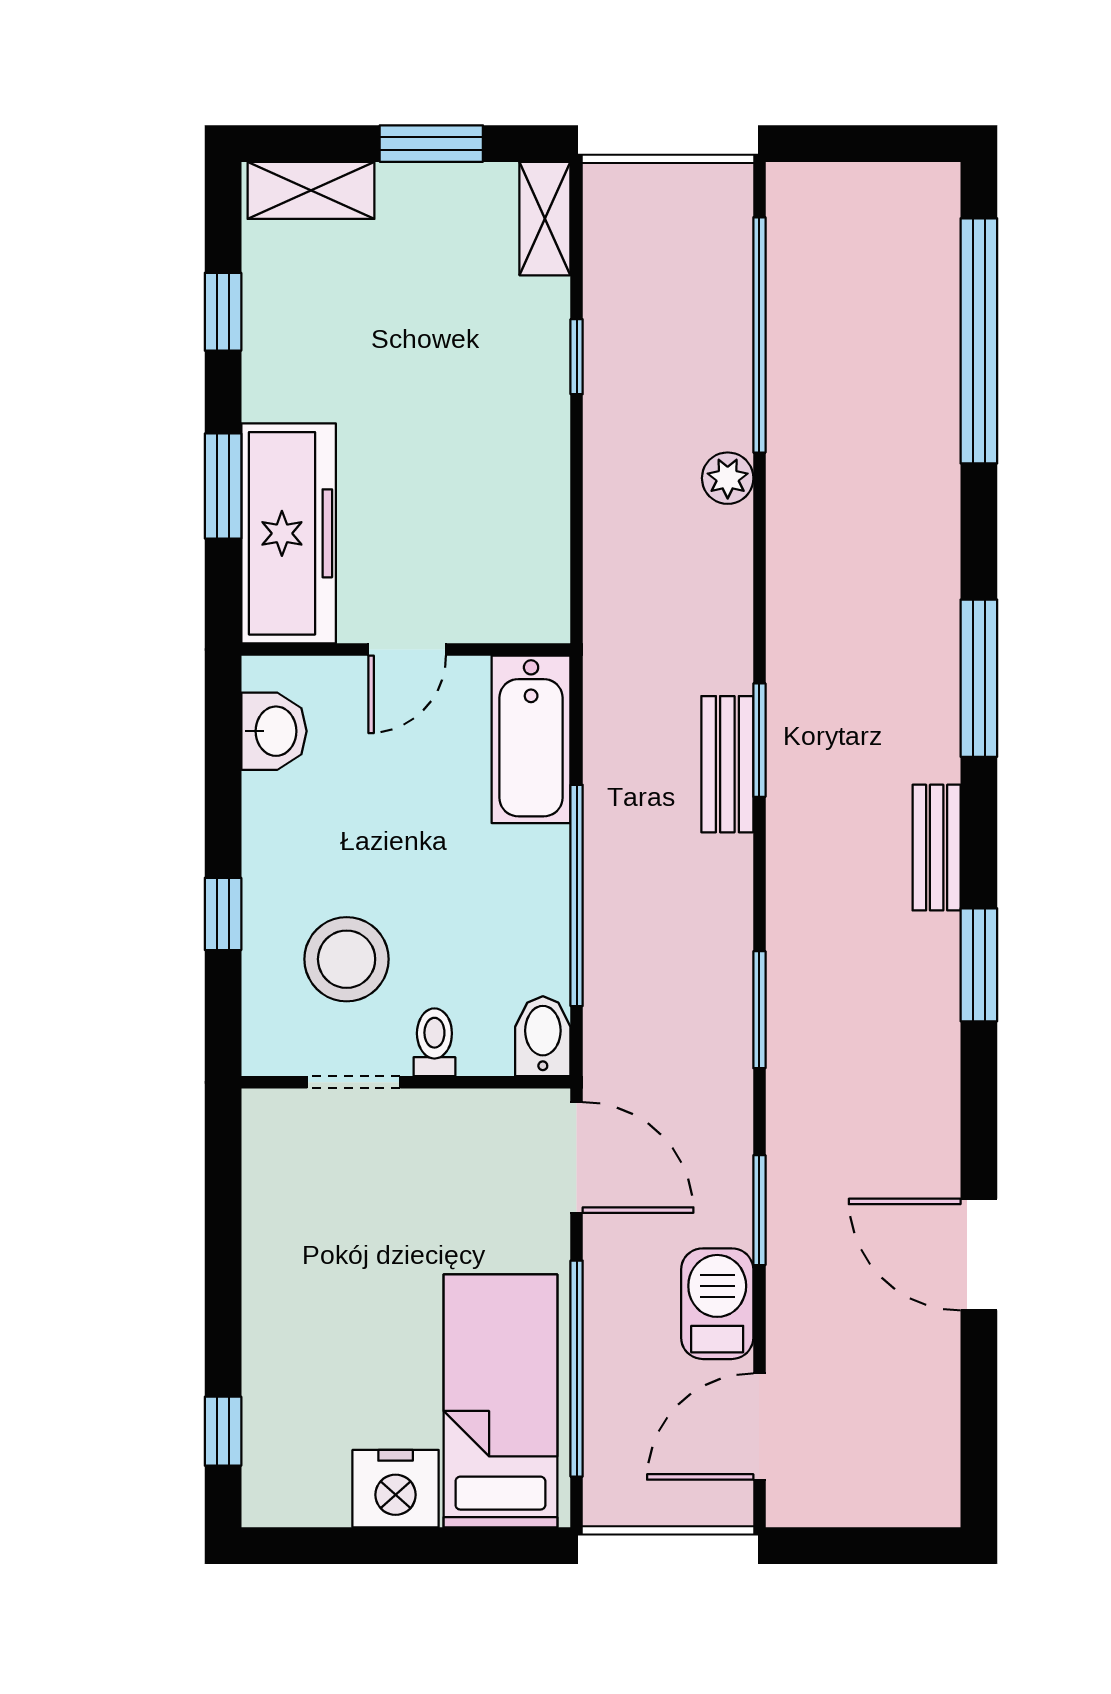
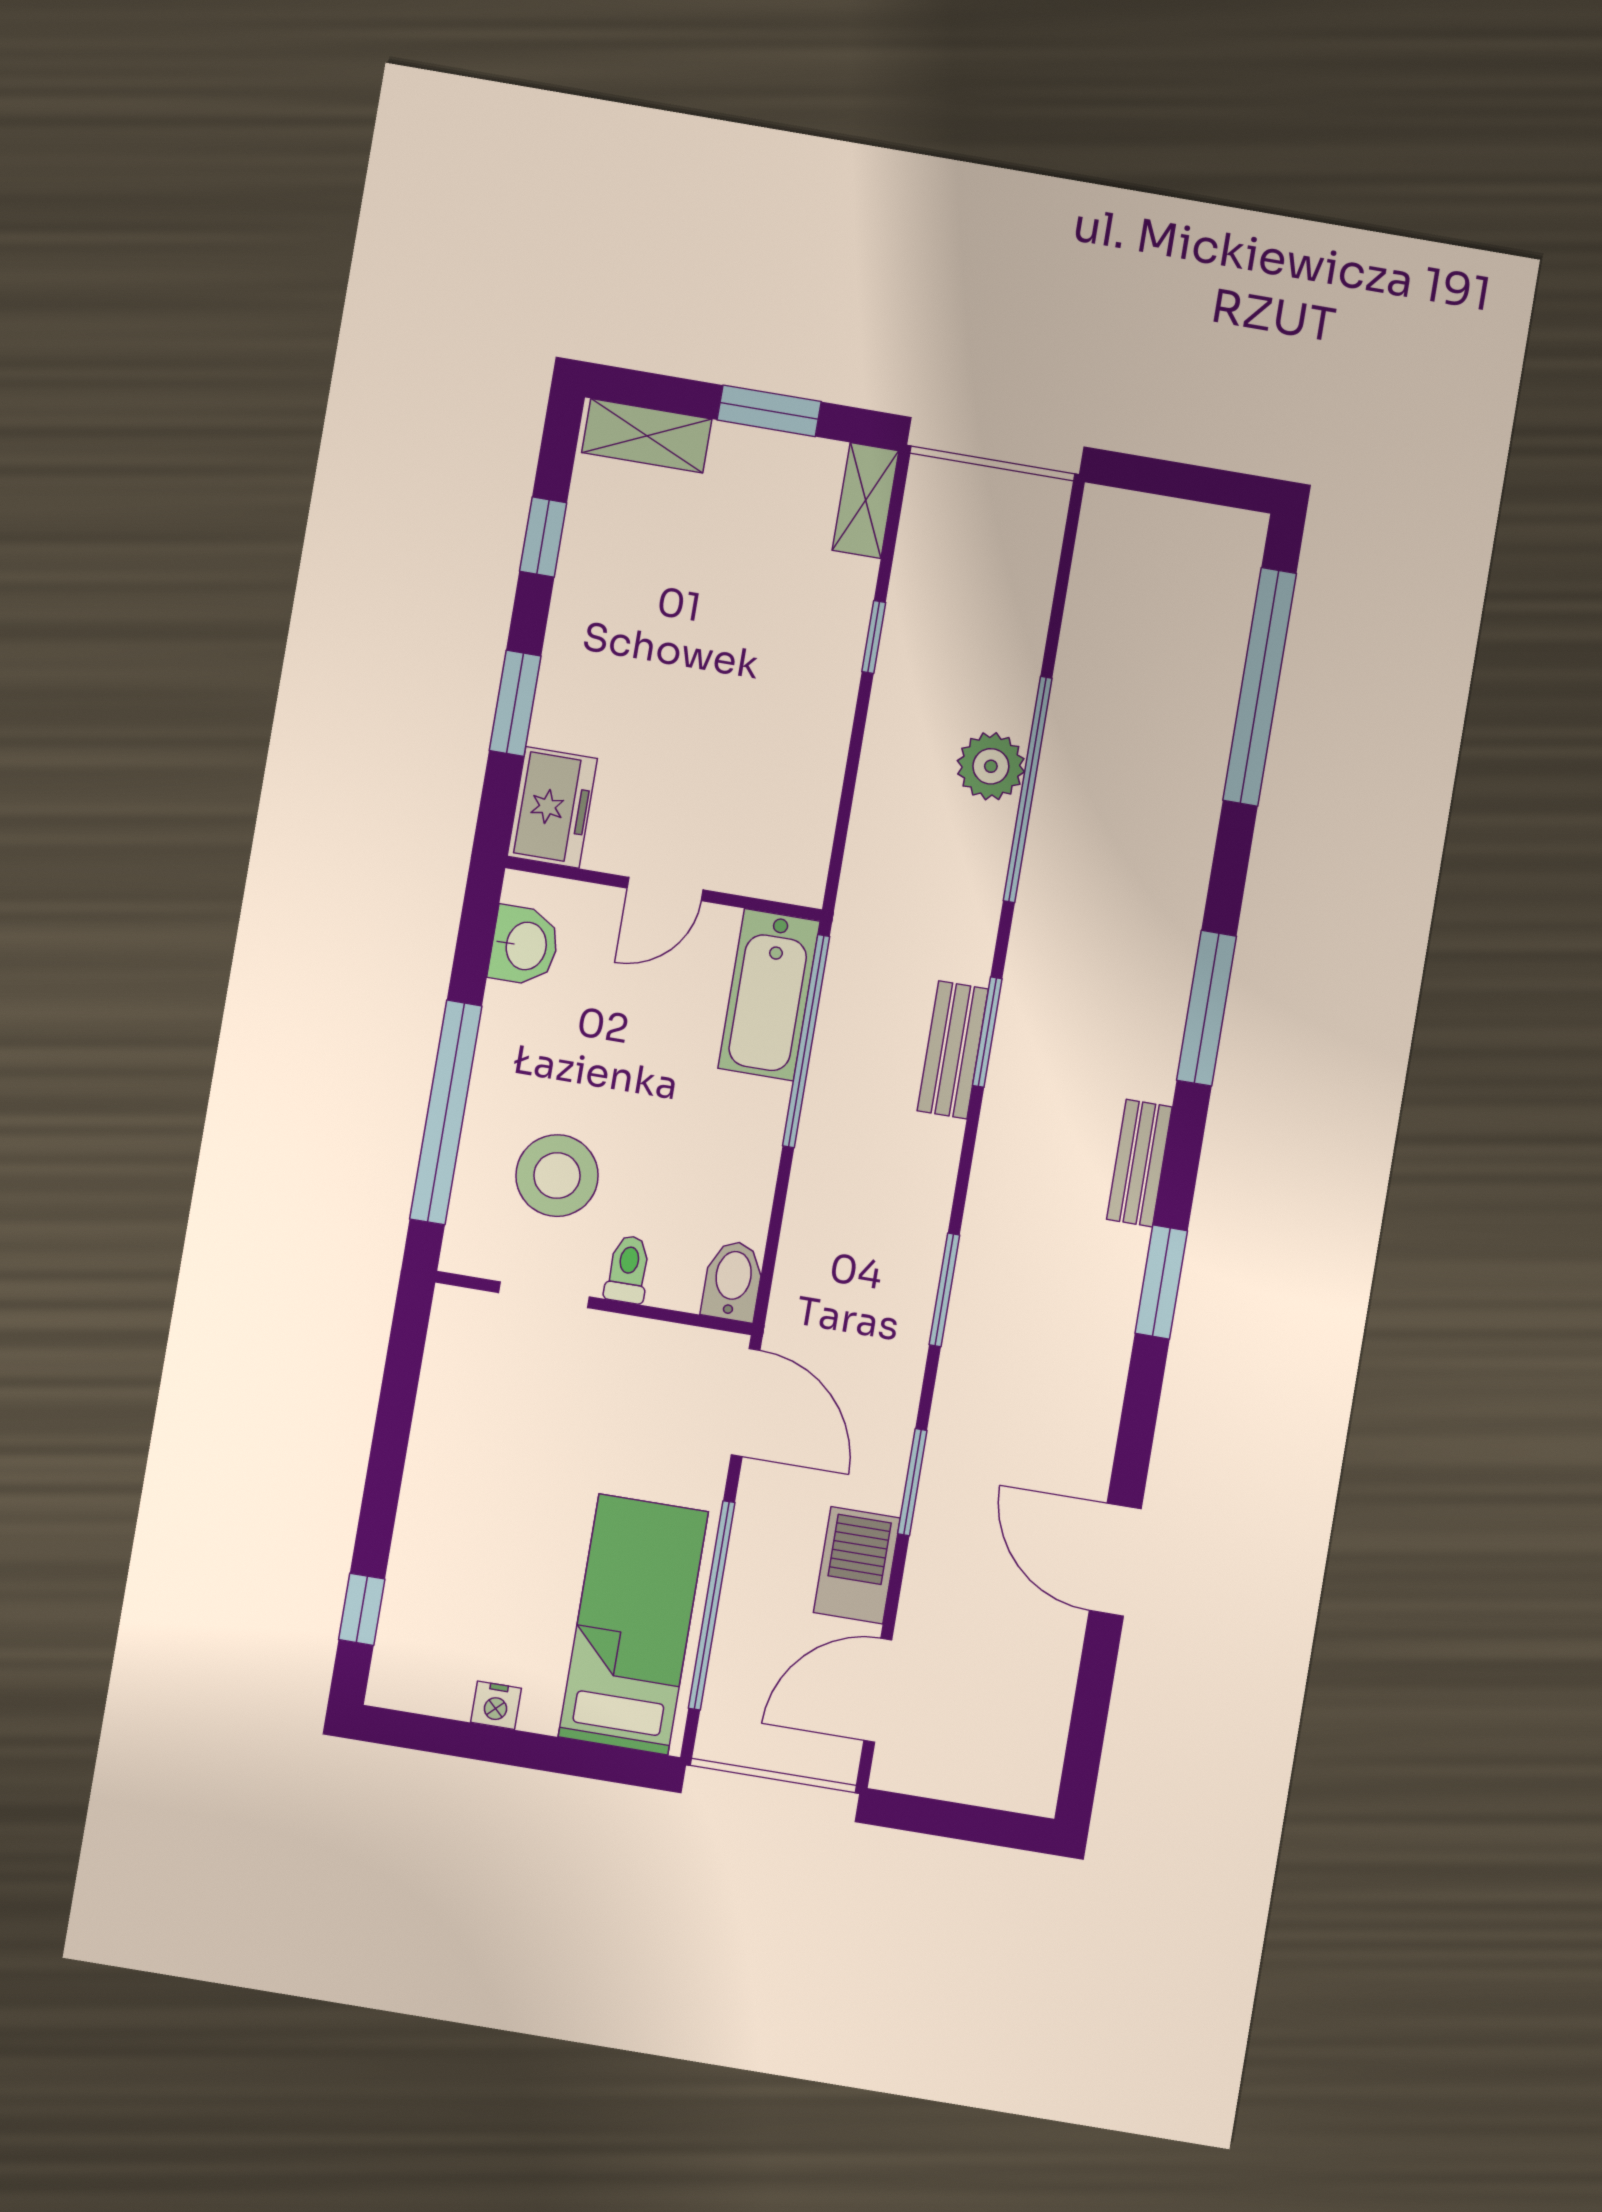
window: (759, 335) -> (1028, 789), moved
plant: (728, 478) -> (991, 766), width x1.38, depth x1.38
freezer: (289, 533) -> (552, 807), width x0.52, depth x0.79
window: (577, 895) -> (806, 1041), moved
window: (223, 914) -> (446, 1112), width x3.17
nightstand: (396, 1489) -> (496, 1705), width x0.53, depth x0.56

